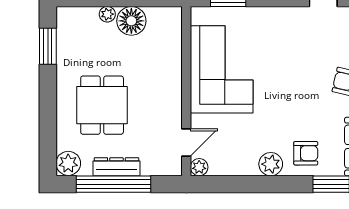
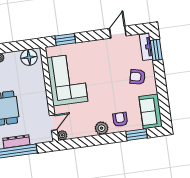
floor lamp: (131, 21) -> (29, 57), moved
armchair: (306, 153) -> (120, 119), turned -90

